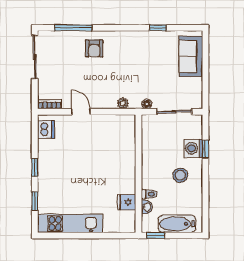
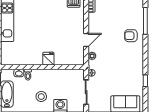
door: (81, 112) -> (86, 40), moved
fridge: (127, 202) -> (48, 59), moved

